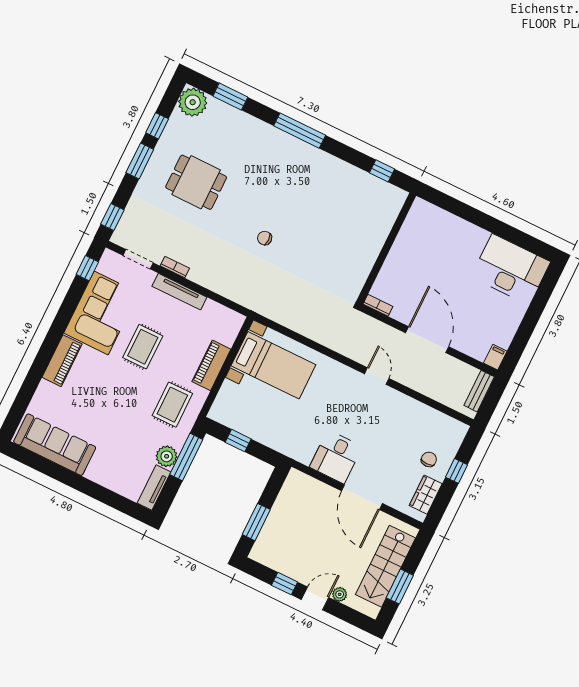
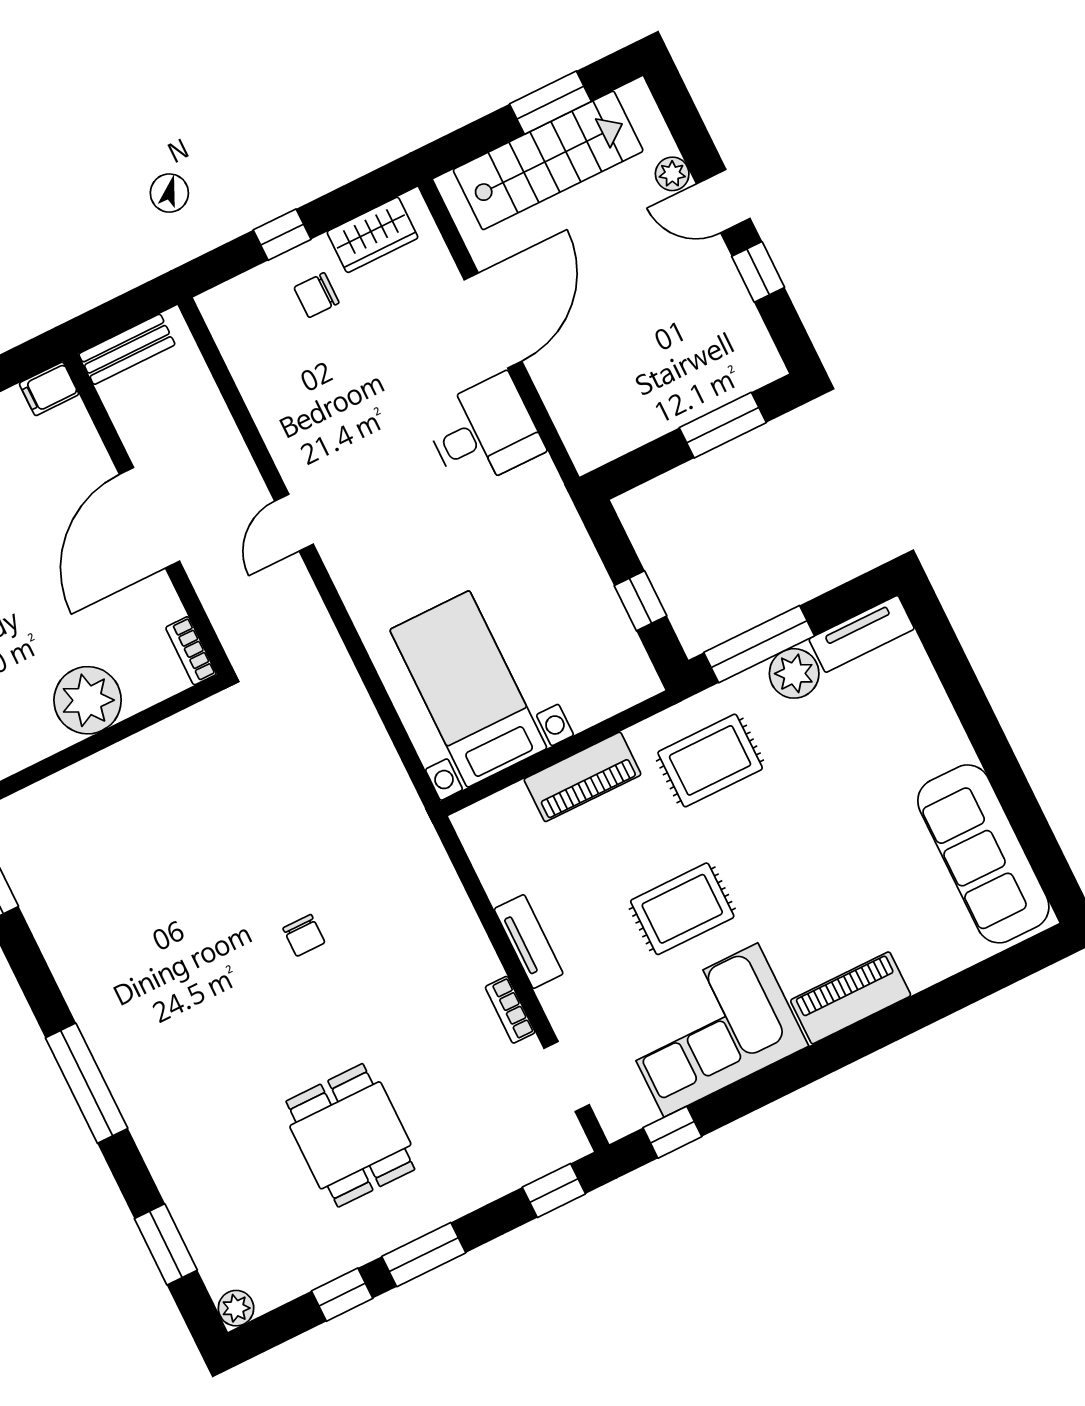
plant: (193, 102) -> (236, 1308), width x0.53, depth x0.53
plant: (400, 261) -> (88, 700), added
tv unit: (179, 292) -> (529, 941), width x0.71

